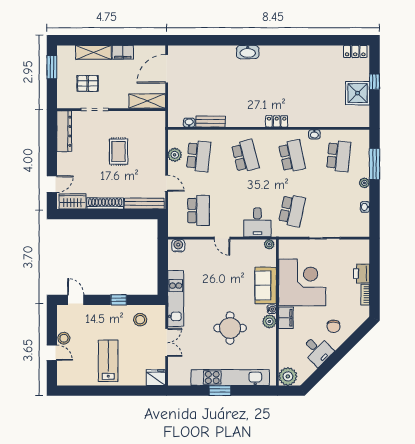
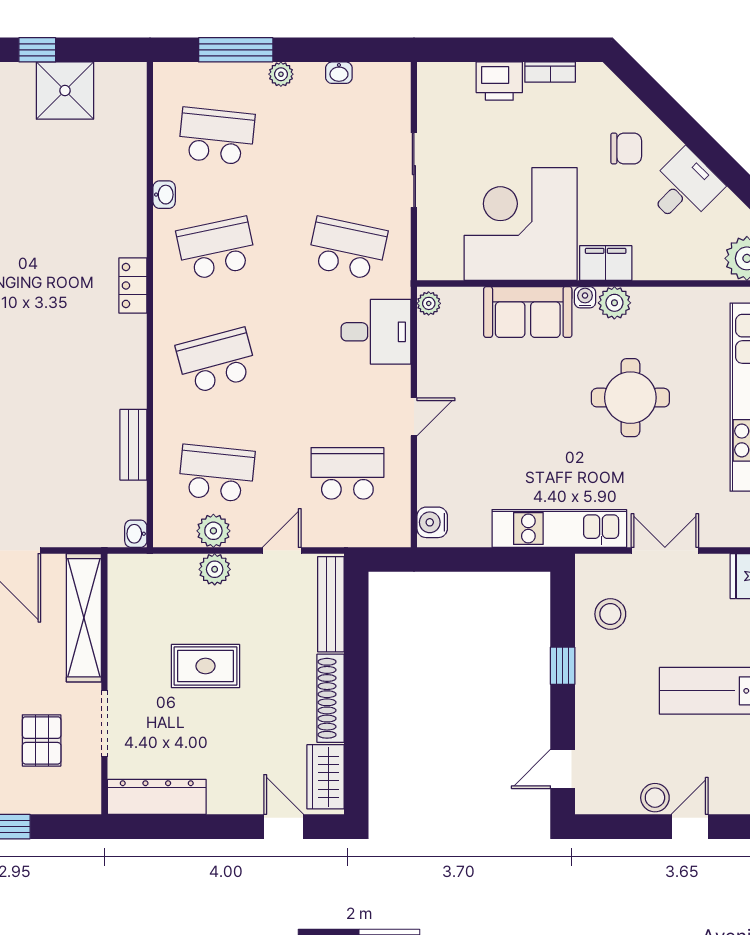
shelving: (147, 101) -> (84, 618), width x1.47
washbasin: (189, 123) -> (136, 534), moved
plant: (159, 155) -> (215, 569), added

